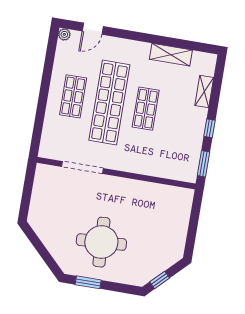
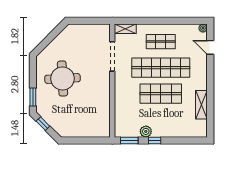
shelving: (204, 91) -> (125, 29), moved
shop shelf: (146, 109) -> (161, 94), width x1.43, depth x1.36
plant: (195, 138) -> (146, 131), added
window: (88, 282) -> (33, 97), moved

